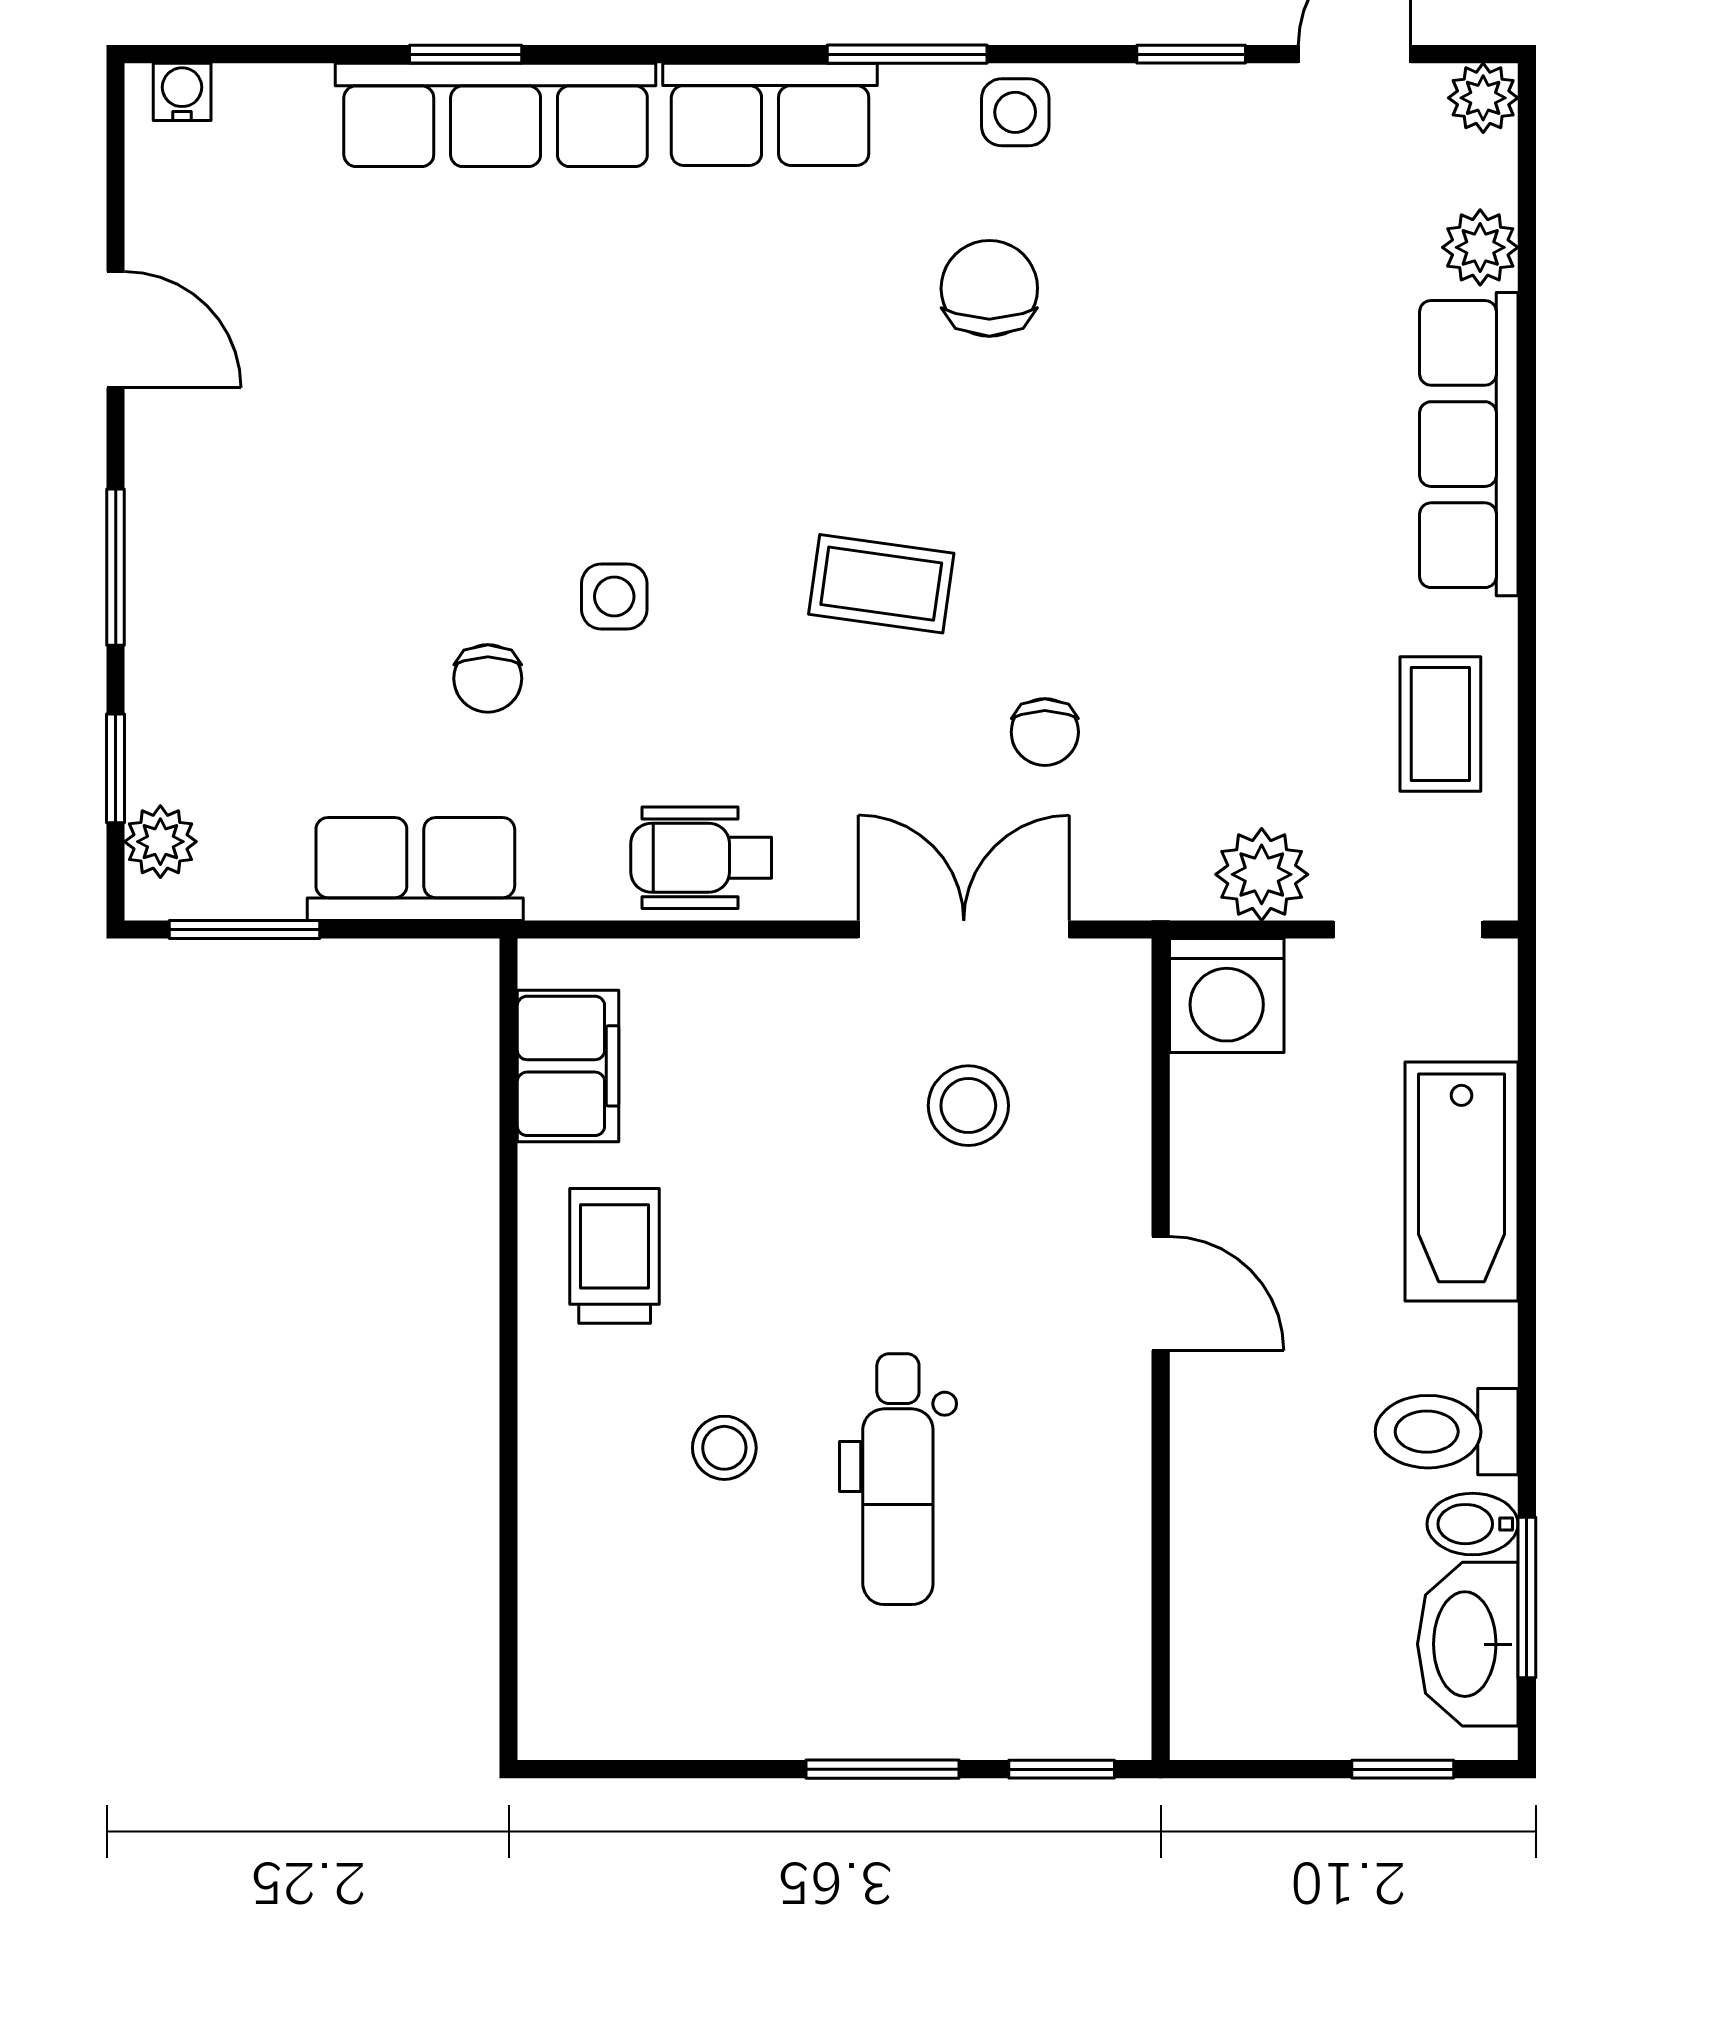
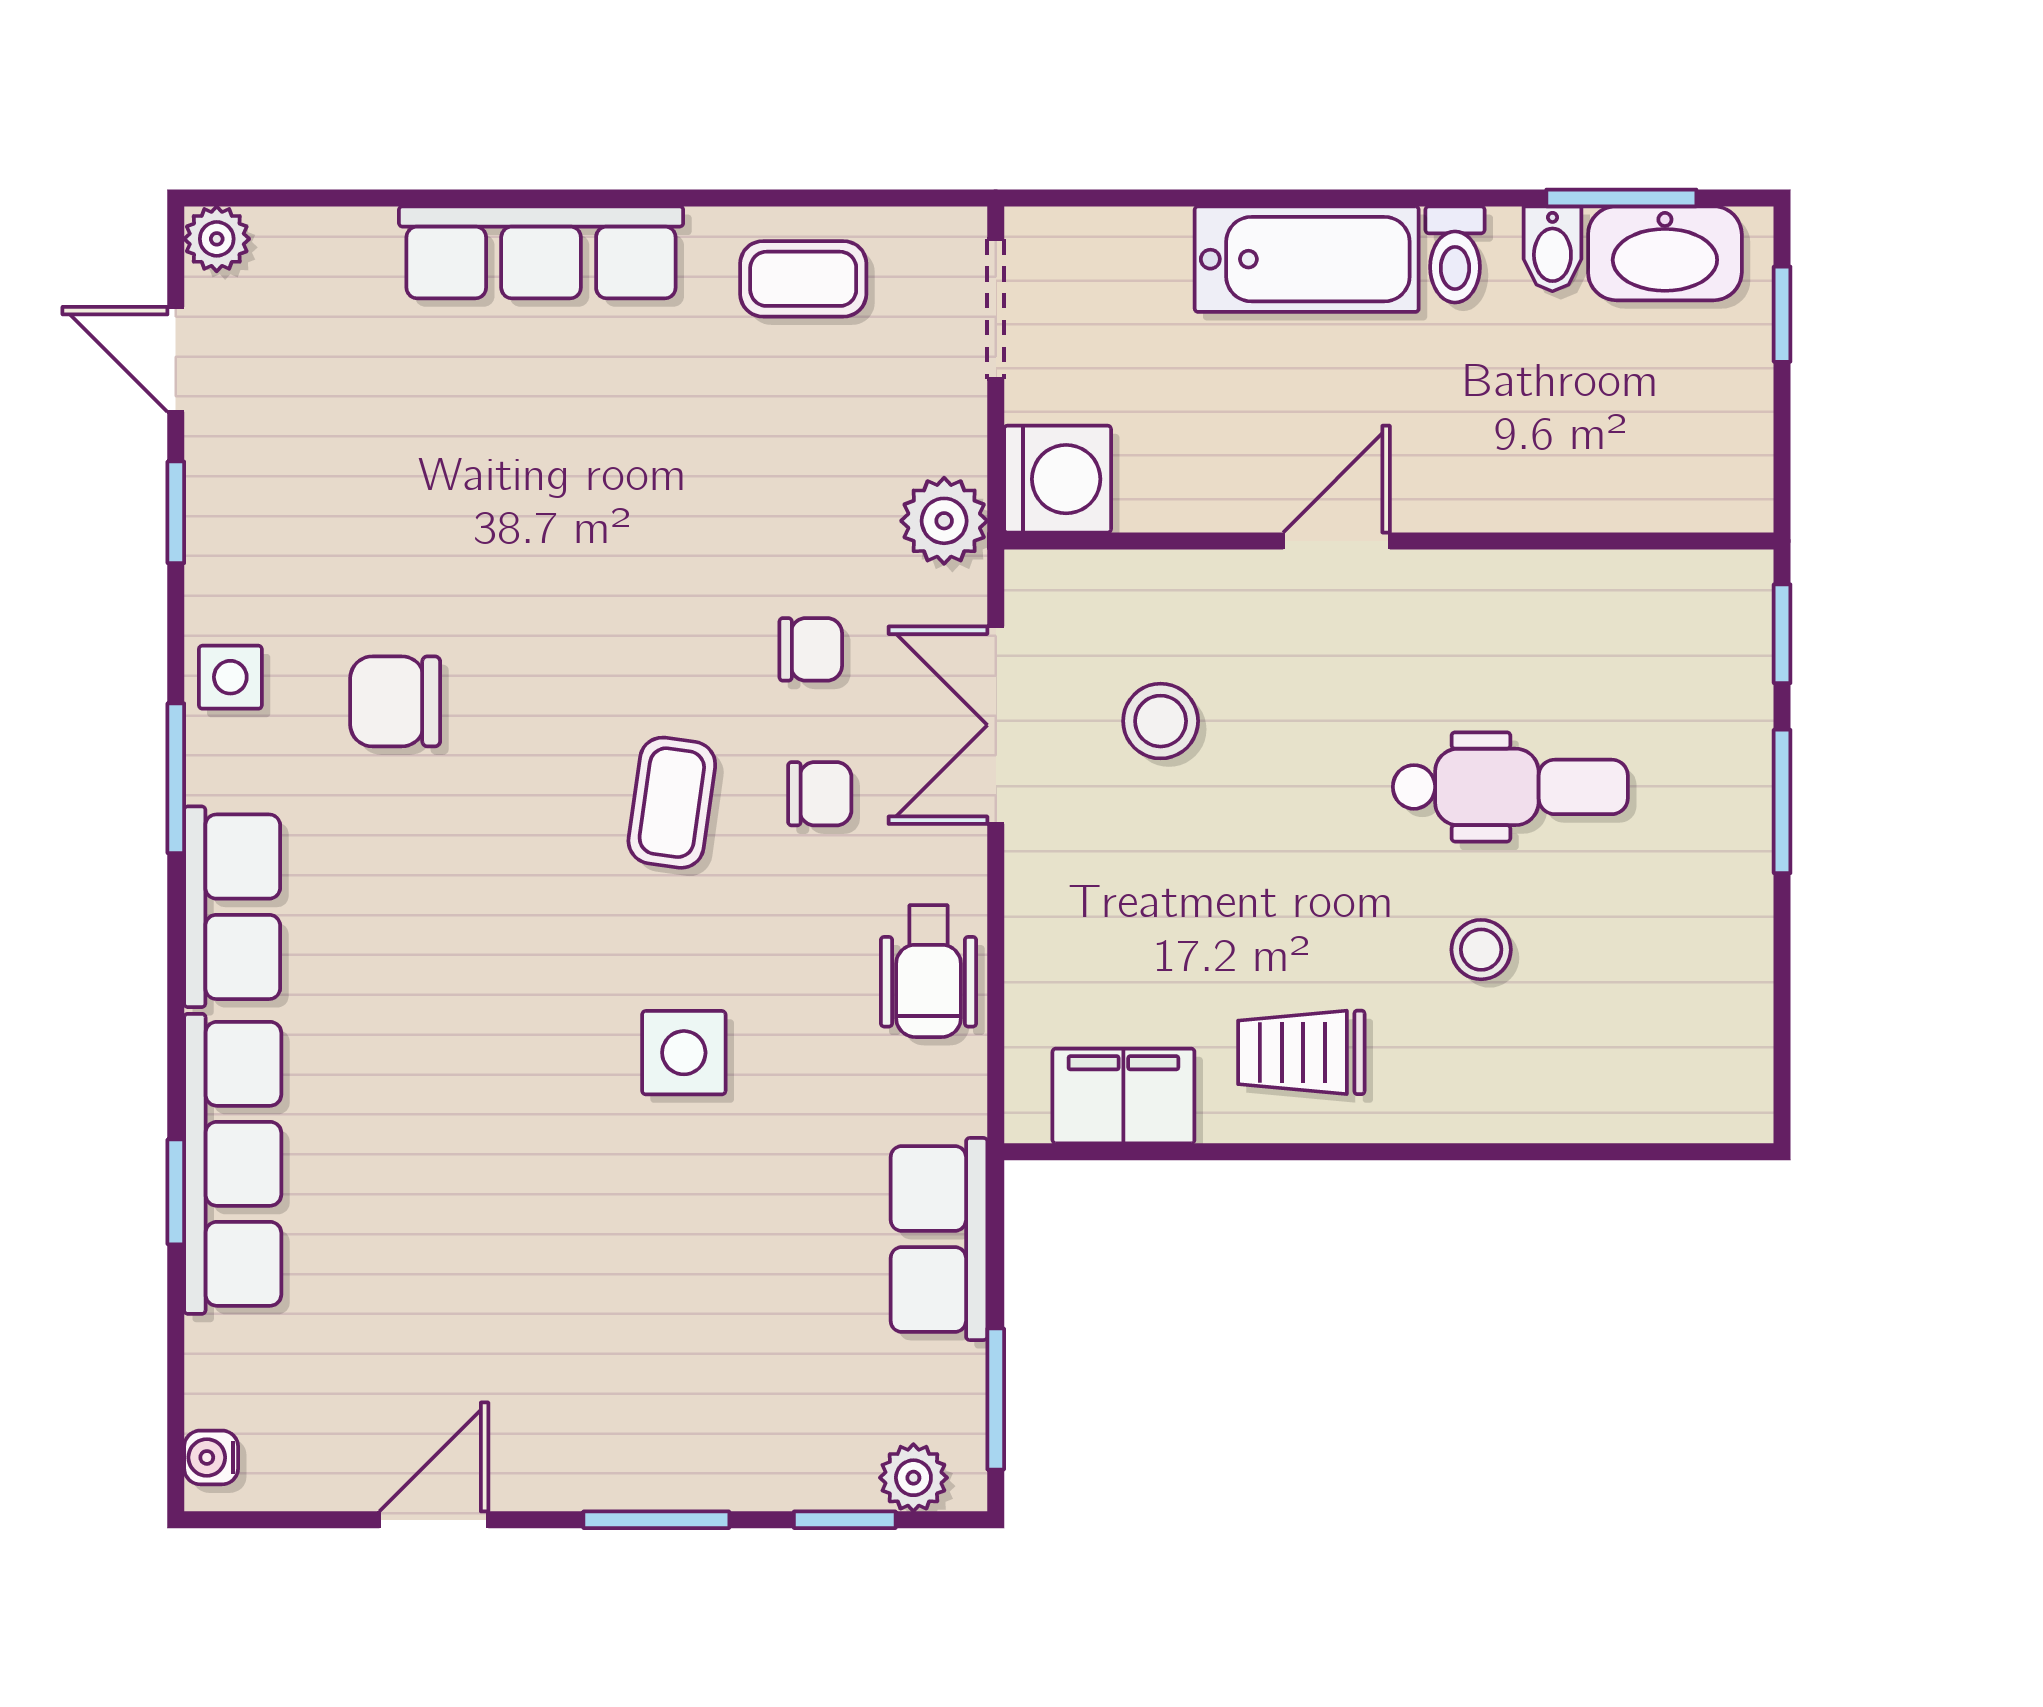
plant: (1480, 247) -> (357, 242), removed
side table: (614, 597) -> (684, 1053), width x1.37, depth x1.37
chair: (488, 678) -> (820, 794), moved
plant: (1262, 874) -> (944, 521), moved
bathtub: (1462, 1182) -> (1307, 259), moved
toilet: (1447, 1432) -> (1455, 255), width x0.73, depth x0.72

